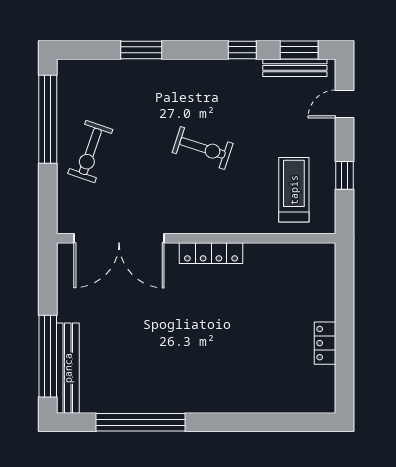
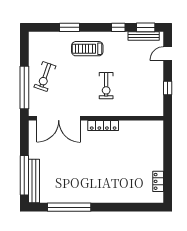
window: (48, 119) -> (24, 88), moved
exercise bike: (203, 148) -> (106, 86), moved, turned 72
treadmill: (294, 190) -> (87, 49), moved, turned -90
locker: (325, 343) -> (158, 181), moved

